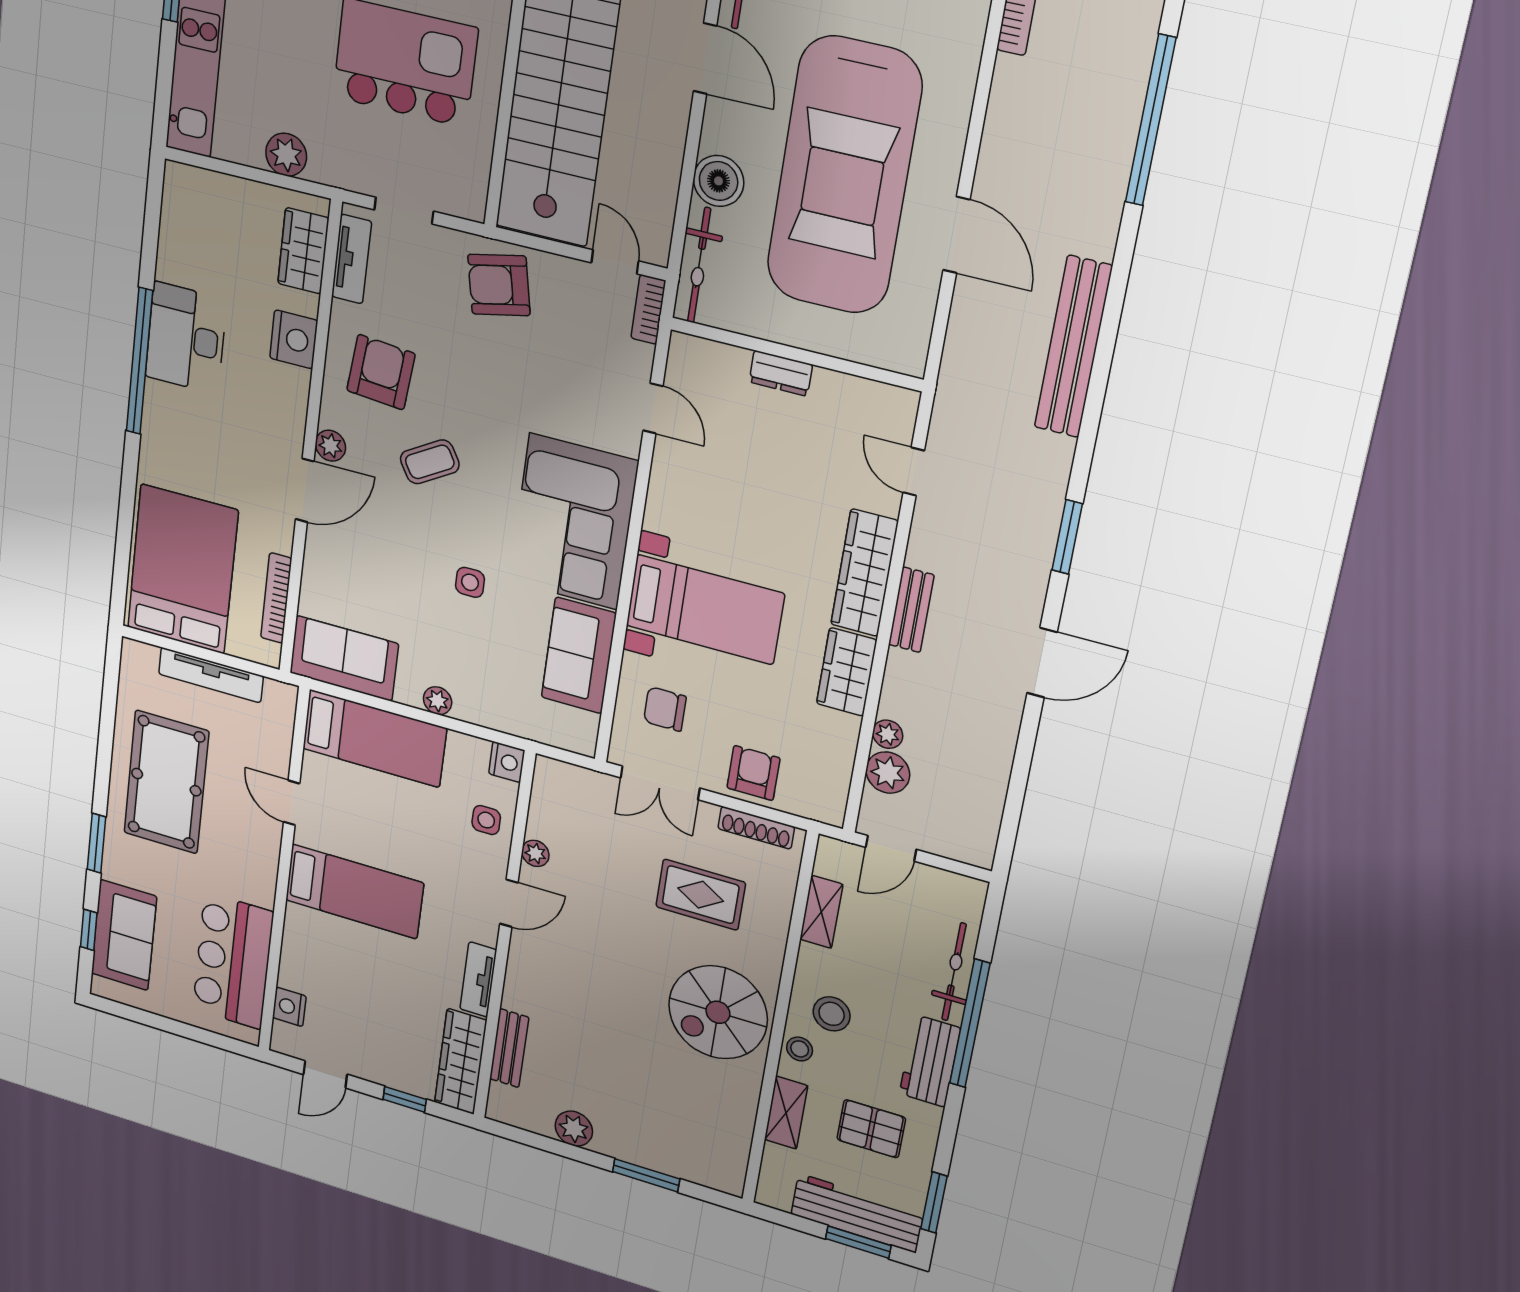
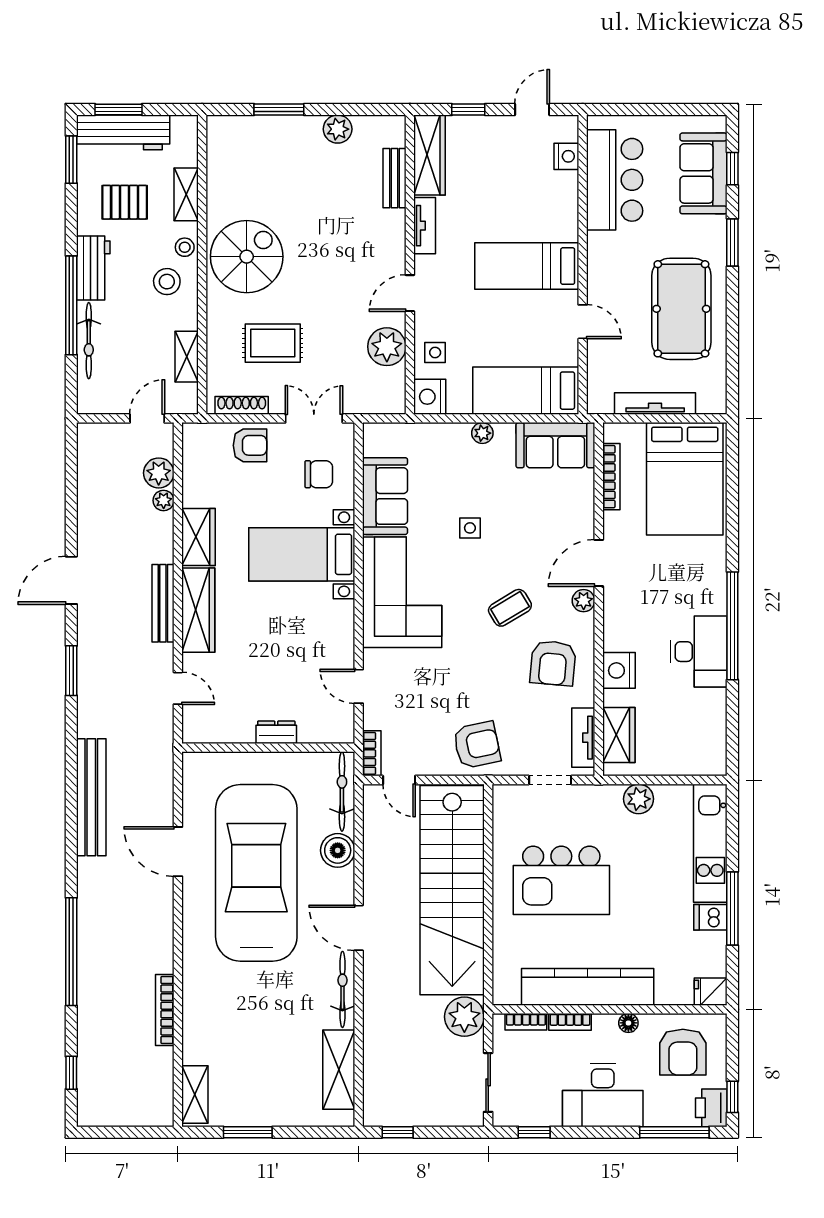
bench: (911, 610) -> (163, 603), width x1.36
nightstand: (507, 762) -> (430, 397), width x1.36, depth x1.33
armchair: (754, 773) -> (250, 445), turned -90
plant: (535, 853) -> (387, 347), width x1.87, depth x1.87

